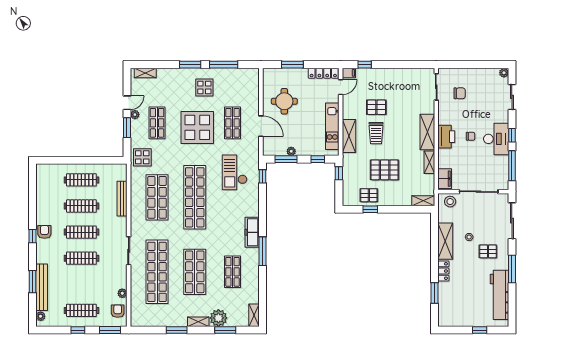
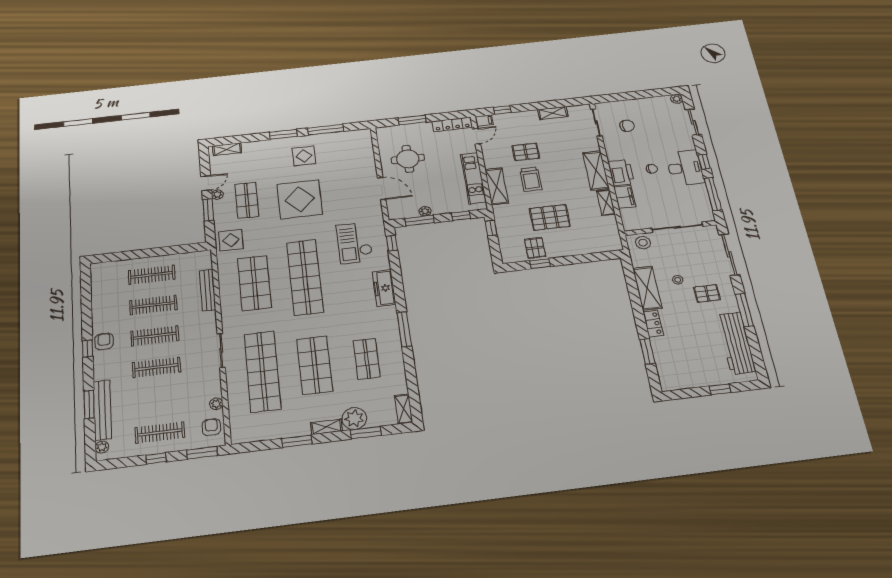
shop shelf: (233, 123) -> (345, 189), removed
filing cabinet: (445, 179) -> (625, 197), moved
pallet: (369, 195) -> (535, 248), turned 90
shelving: (423, 201) -> (553, 113), moved
freezer: (252, 232) -> (384, 288), moved

